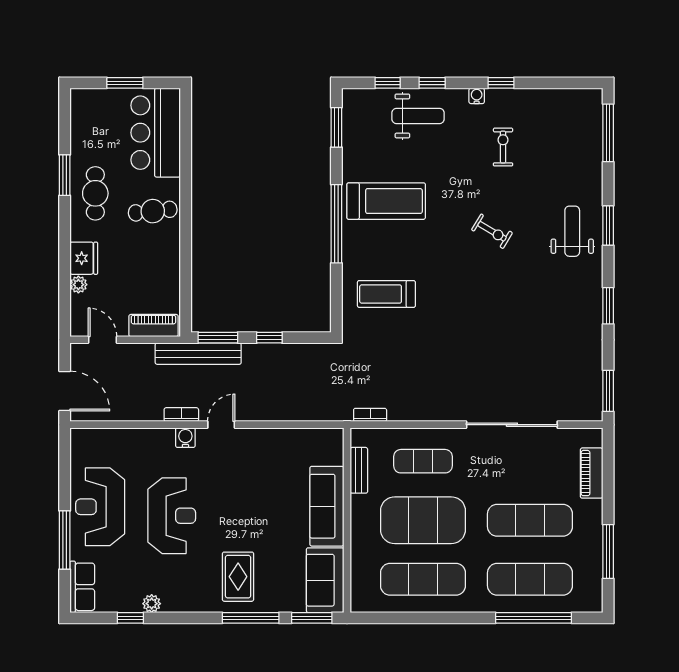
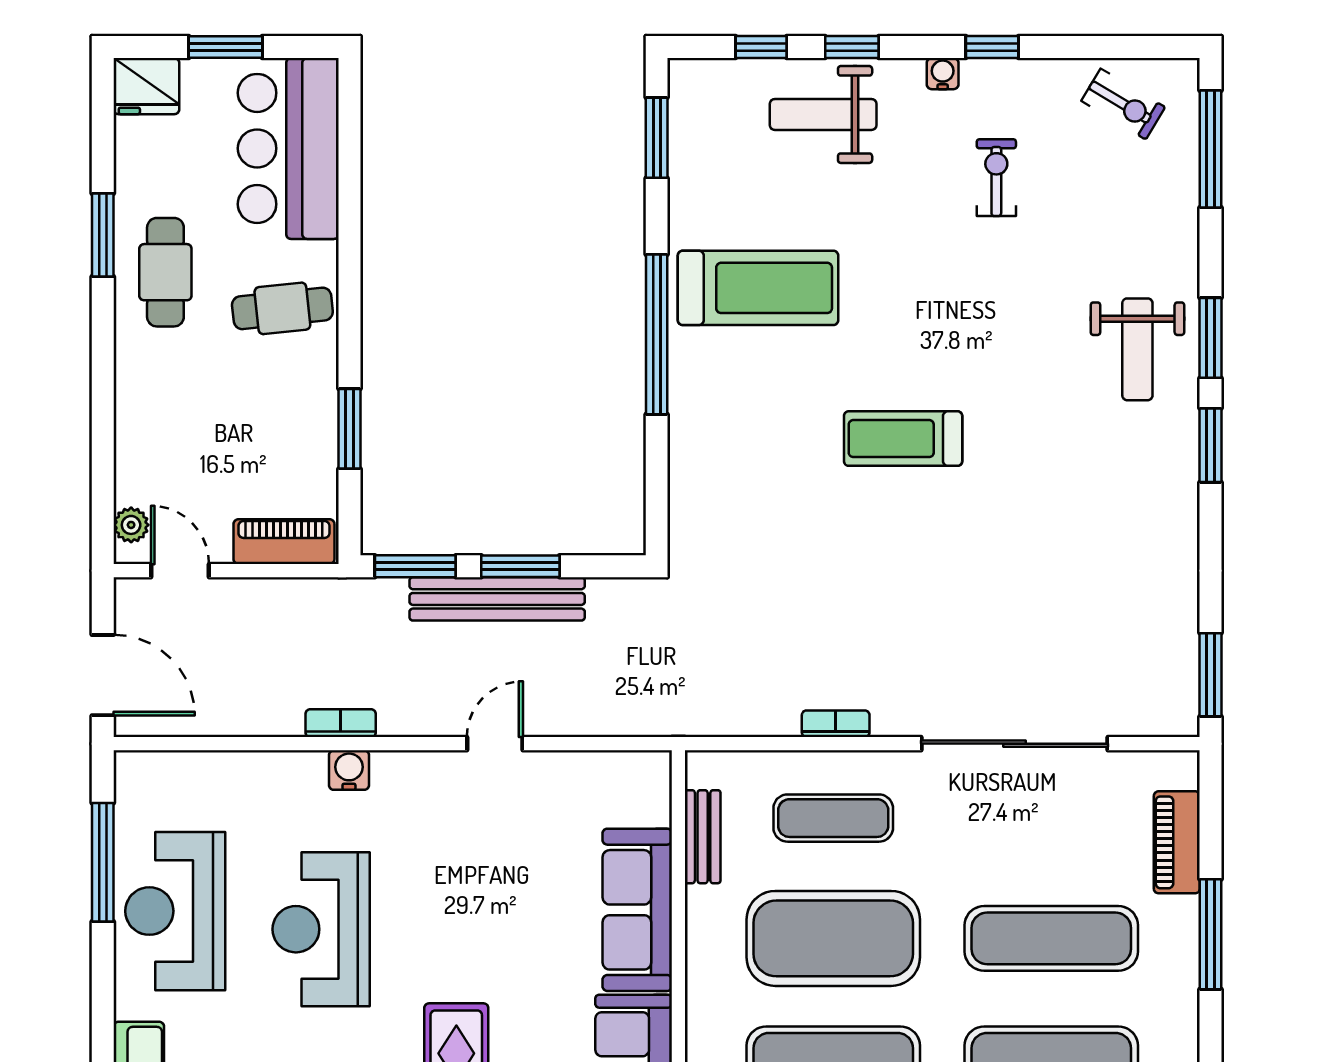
weight bench: (418, 116) -> (823, 114), turned 180
exercise bike: (492, 231) -> (1123, 104), moved
weight bench: (572, 231) -> (1137, 349), turned 180
fridge: (84, 258) -> (146, 86), moved, turned 90
window: (186, 270) -> (349, 429), added
plant: (78, 285) -> (131, 525), moved
treadmill: (386, 294) -> (903, 439), moved
window: (608, 306) -> (1211, 445), moved
window: (269, 338) -> (520, 566), width x1.50
bench: (198, 354) -> (497, 599), moved
bookcase: (370, 415) -> (836, 724), moved
door: (221, 425) -> (495, 744), moved
reception desk: (172, 516) -> (321, 929), turned 180
window: (65, 540) -> (103, 862), moved
window: (608, 551) -> (1211, 934), moved

